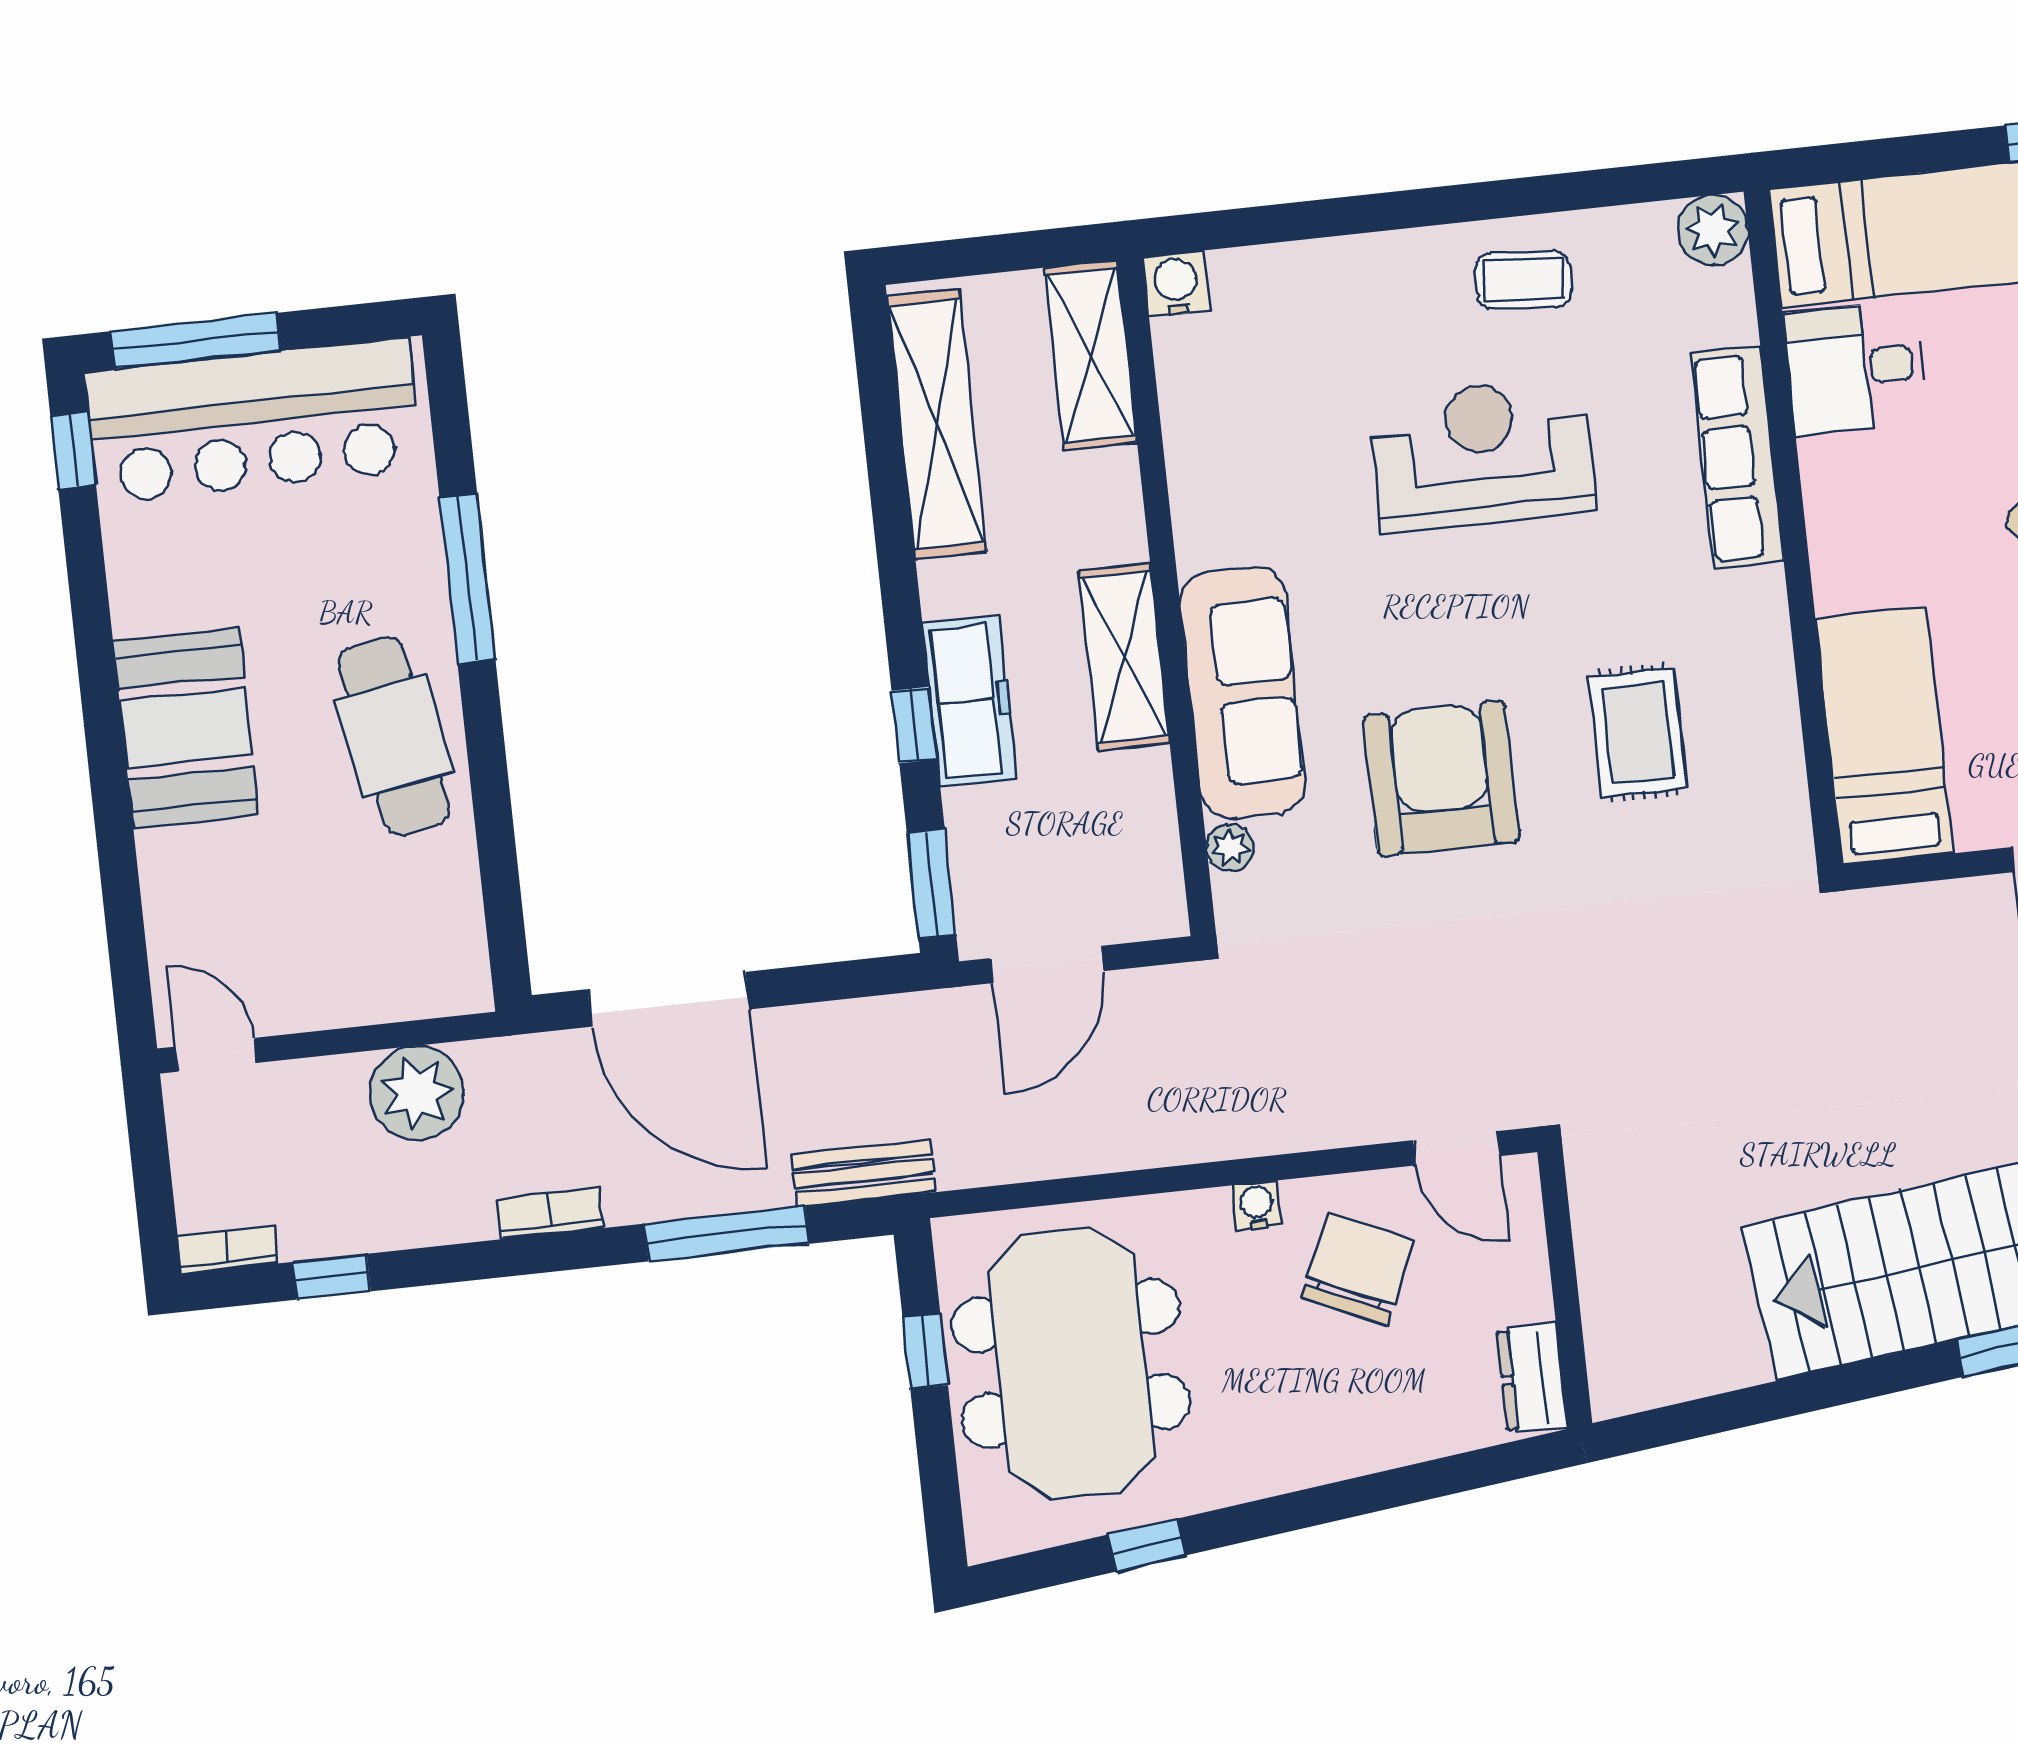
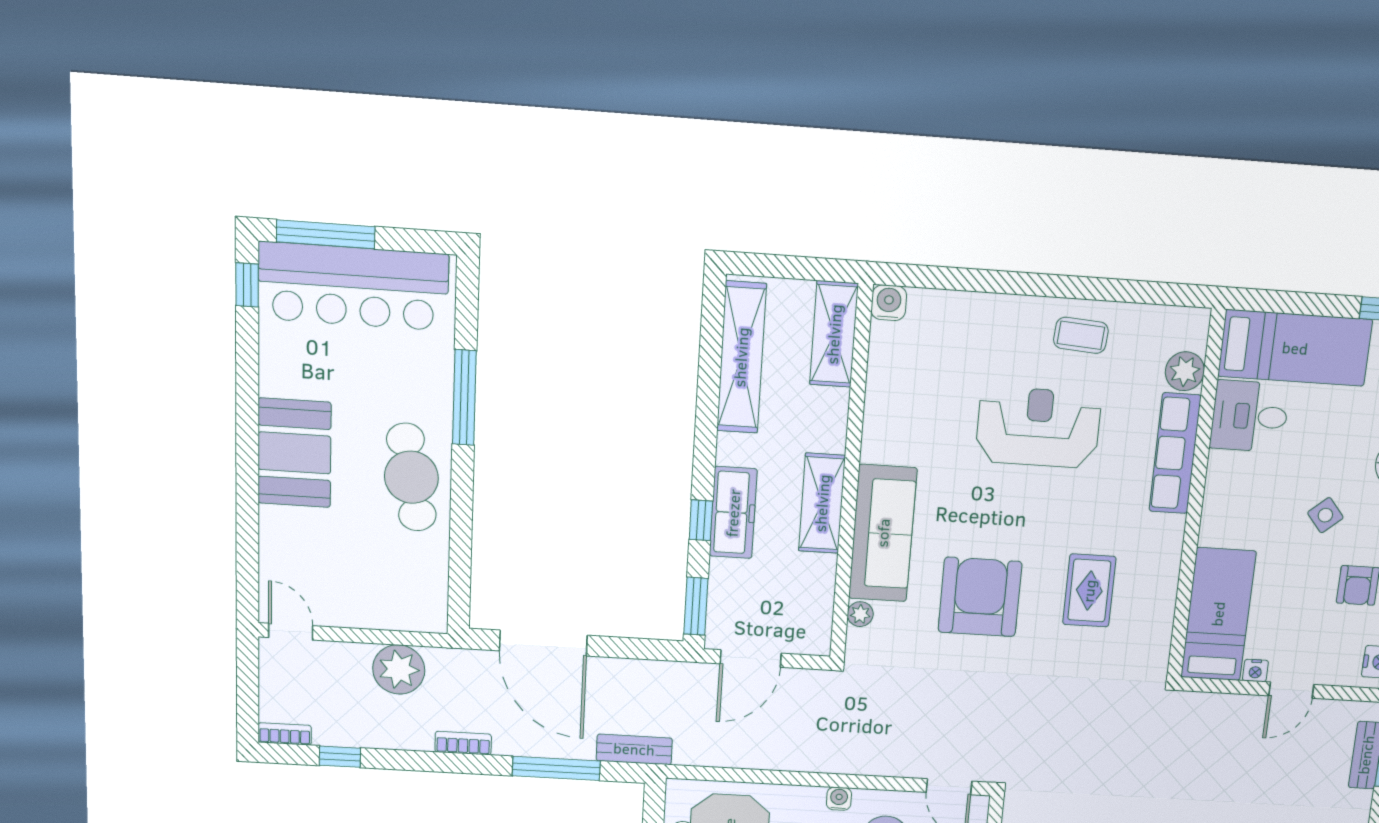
plant: (1713, 230) -> (1185, 371), moved
nightstand: (1978, 830) -> (1255, 671), added

